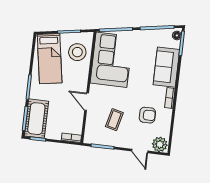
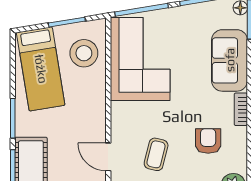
door: (87, 102) -> (108, 157), moved
armchair: (147, 115) -> (208, 141), turned -90

